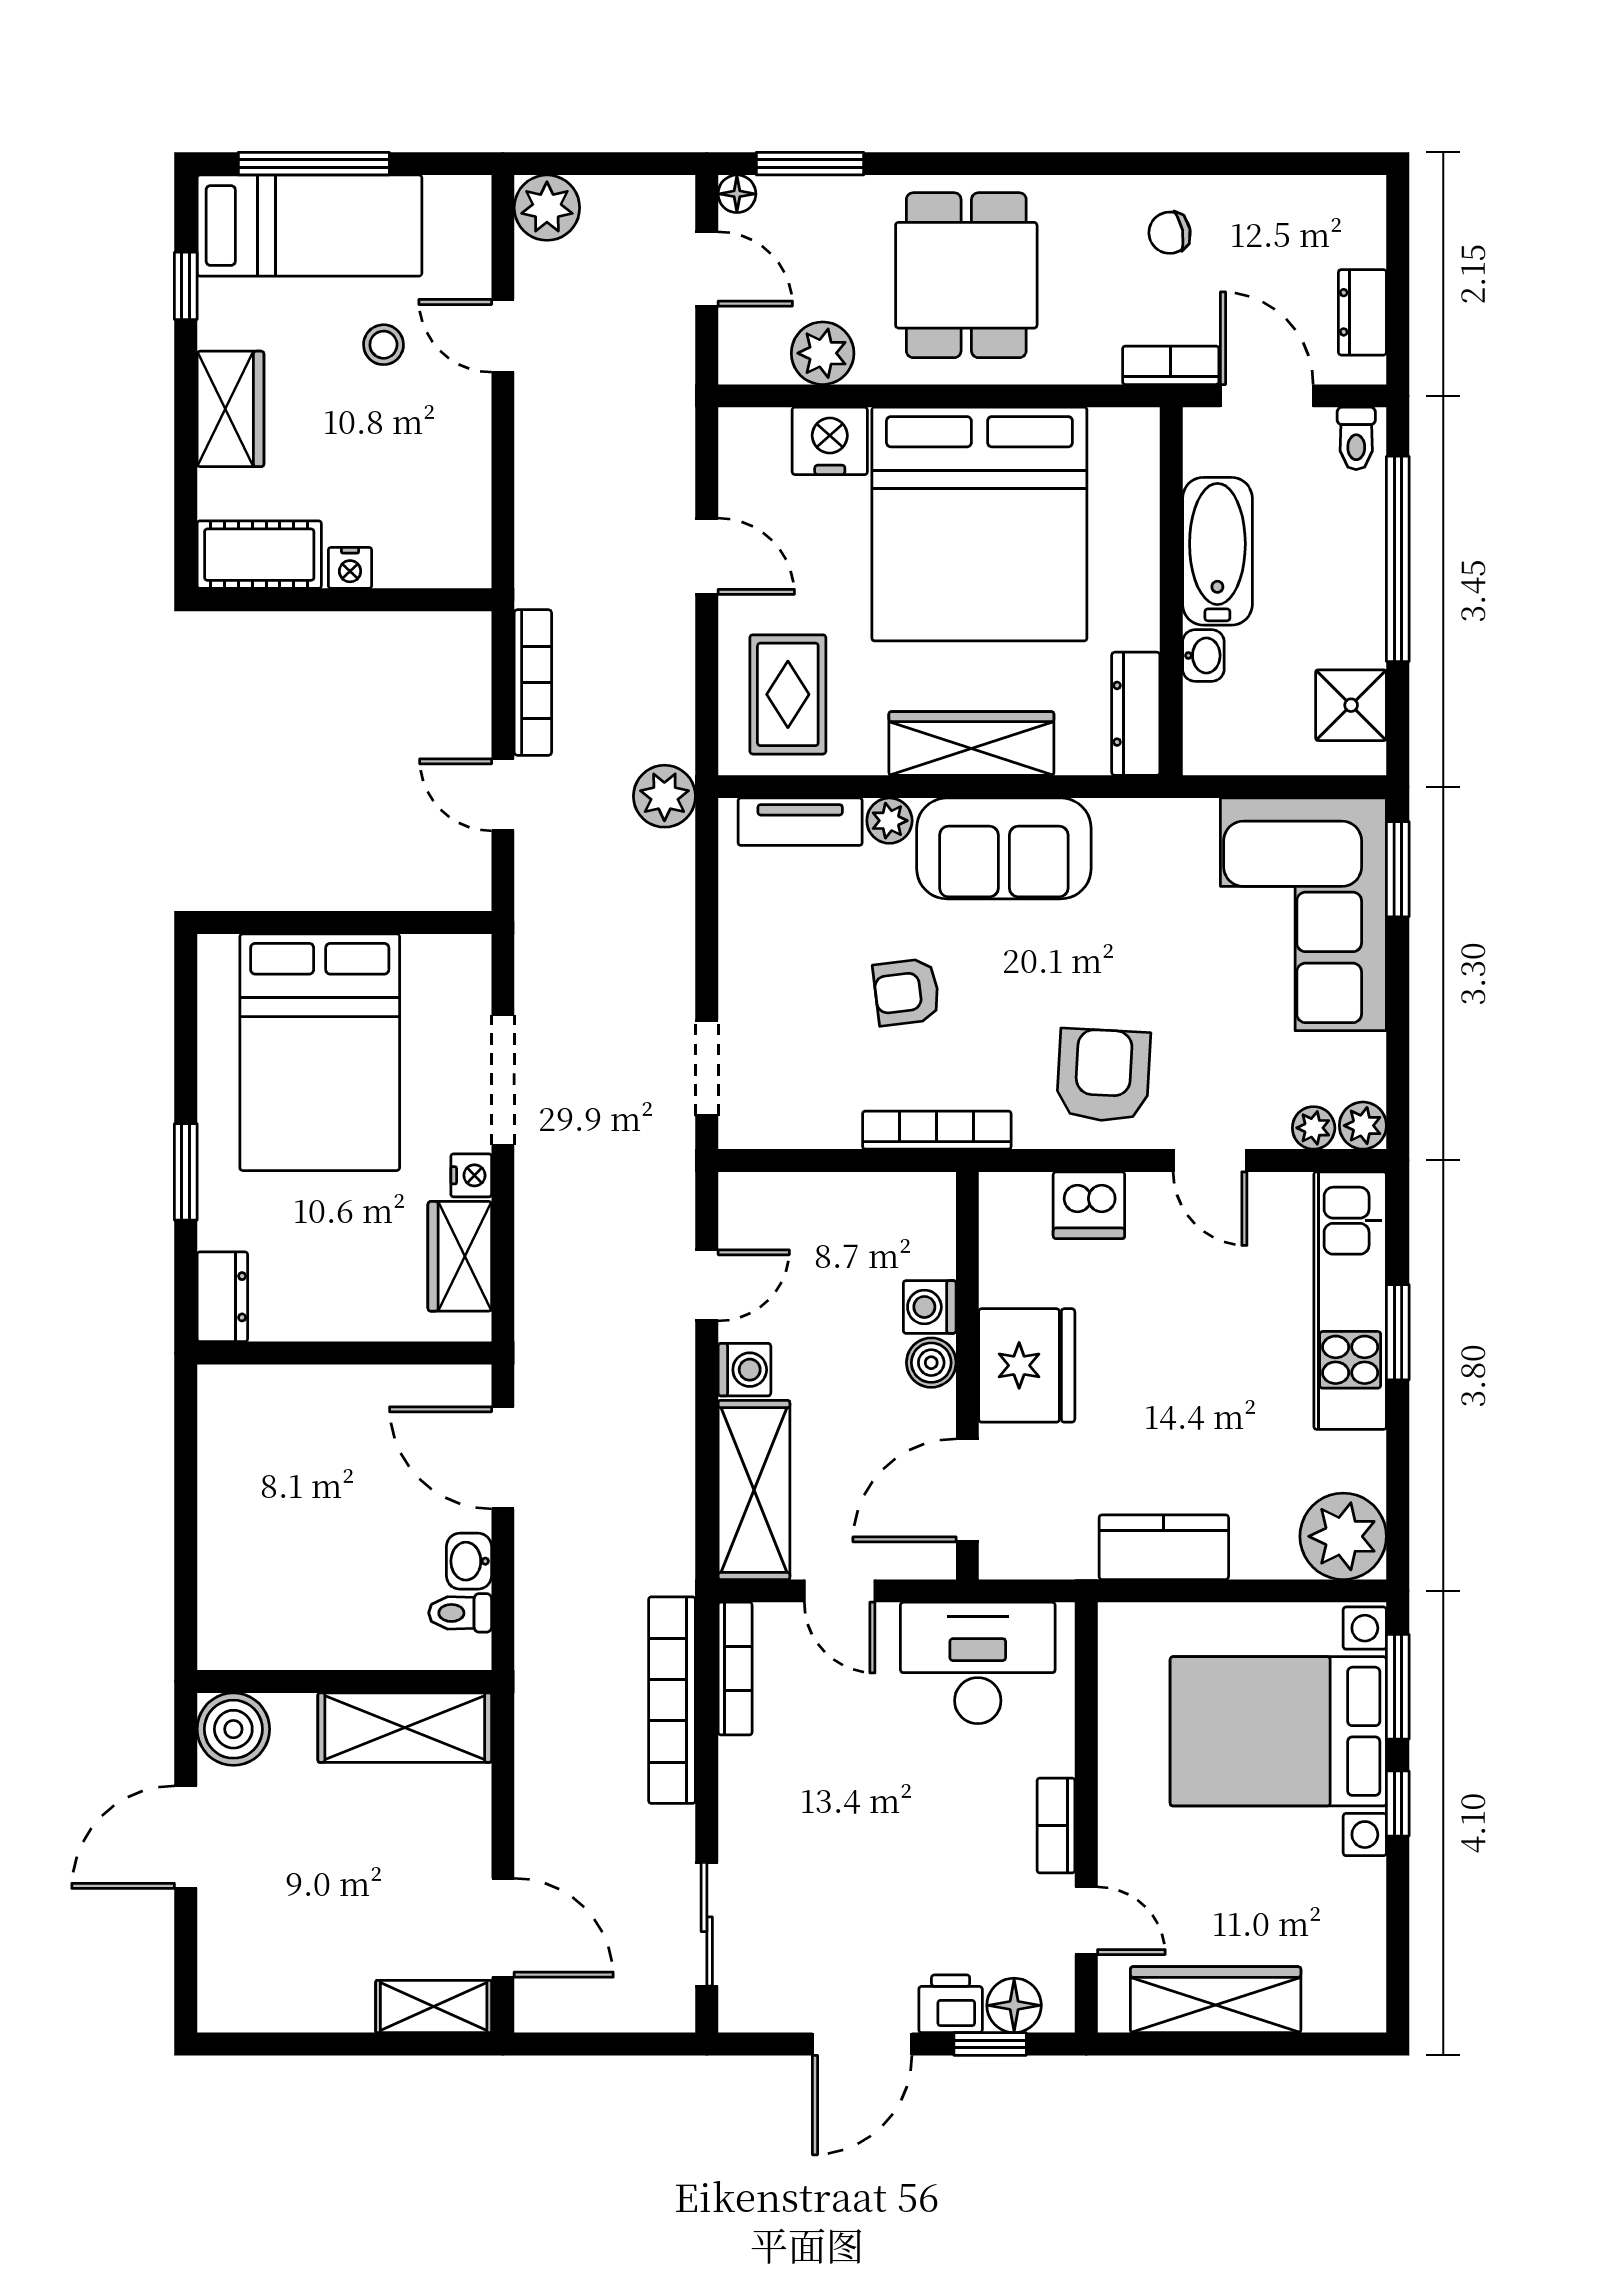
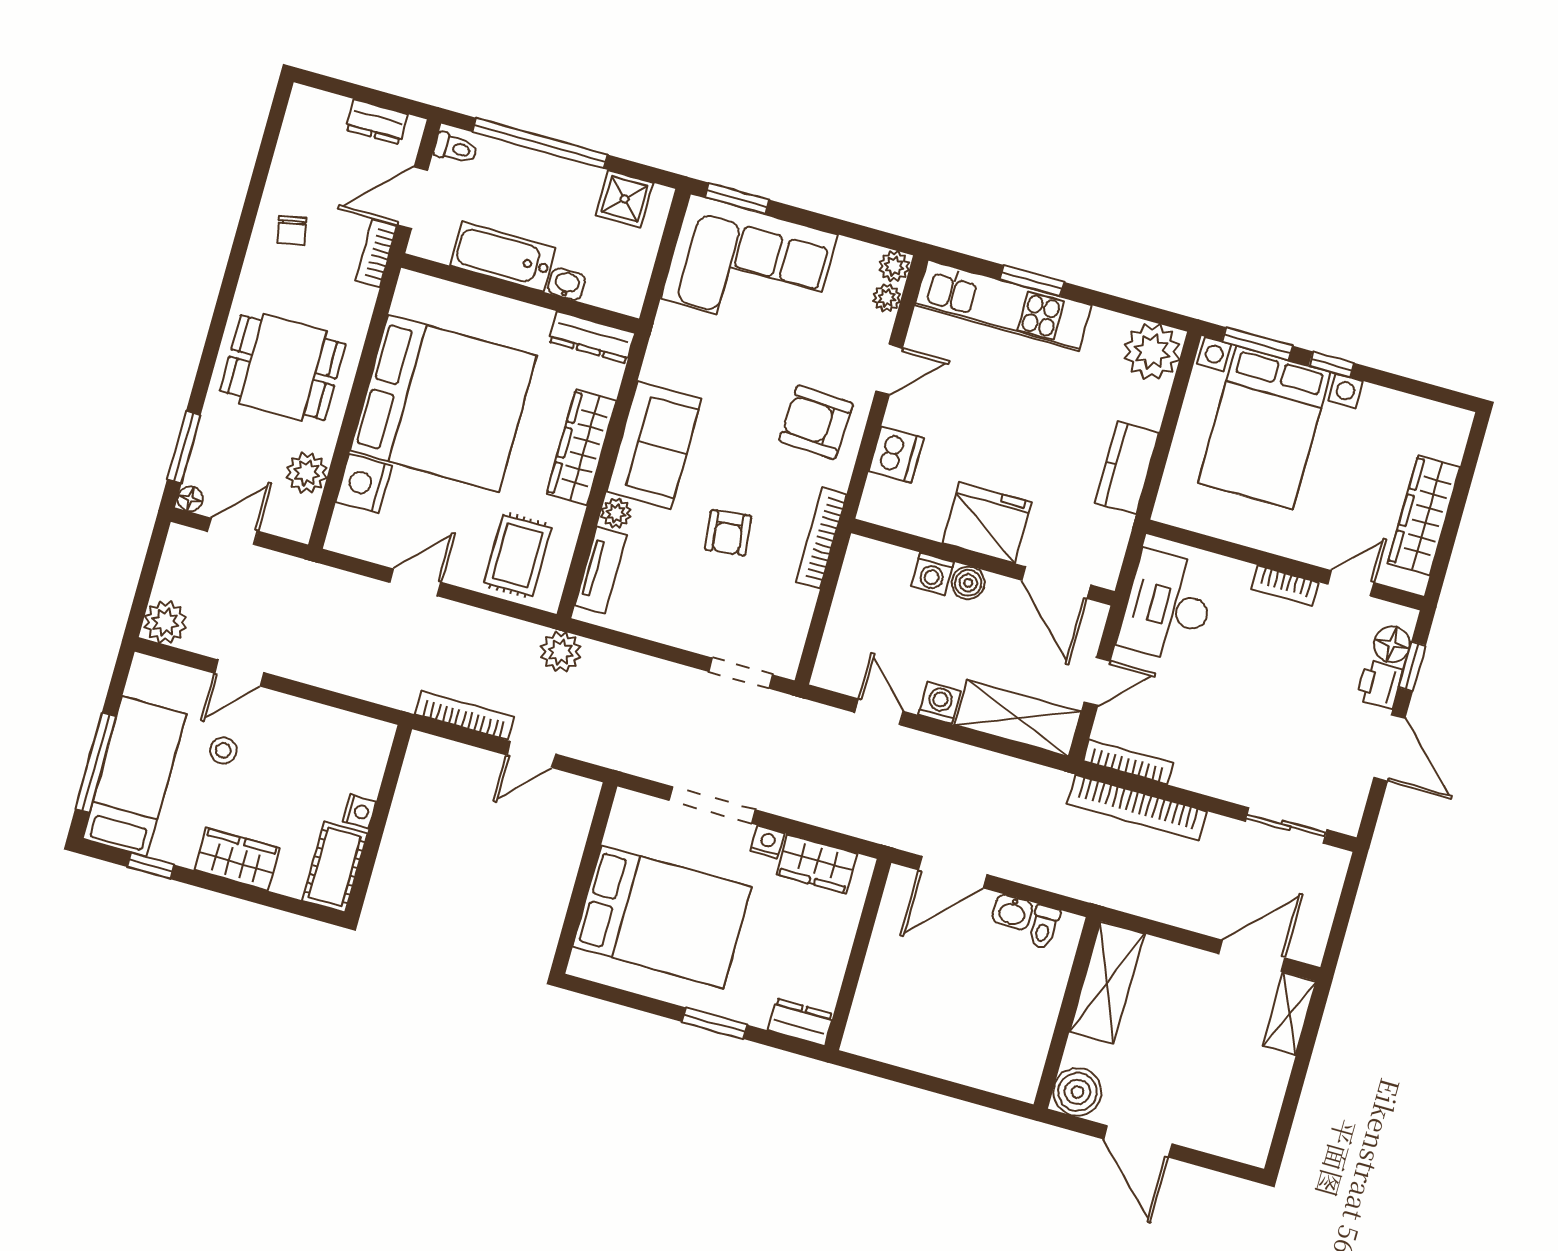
rug: (788, 694) -> (518, 555), turned 90

